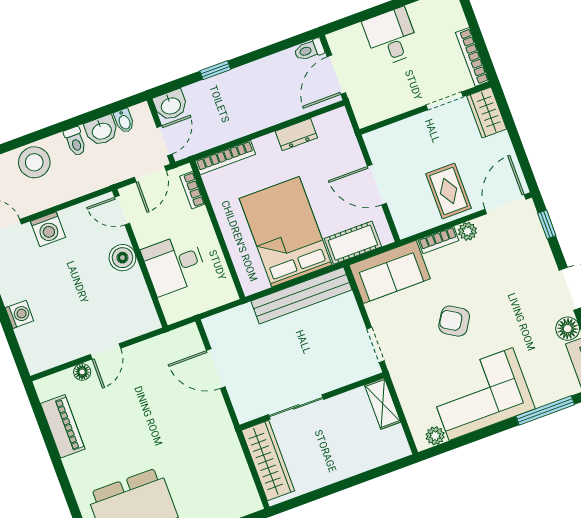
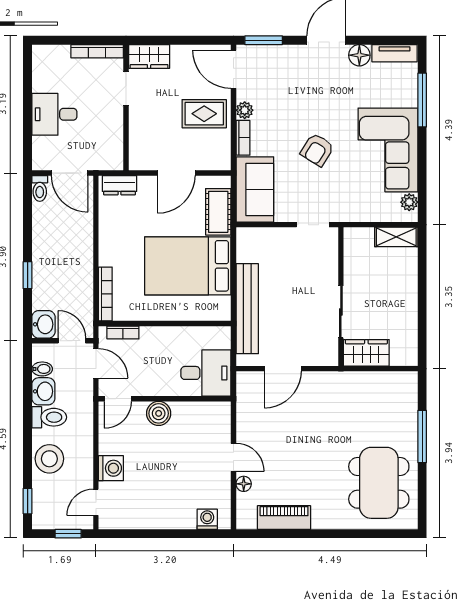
dresser: (296, 135) -> (119, 185), moved, turned 90
toilet: (75, 141) -> (49, 417), width x1.37, depth x1.39
window: (547, 224) -> (264, 40), width x1.50
desk: (174, 264) -> (206, 373), moved, turned -90
bench: (302, 295) -> (247, 309), moved
washing machine: (19, 314) -> (207, 519), moved
shelving: (383, 403) -> (396, 237), moved
wardrobe: (268, 460) -> (366, 353), width x0.67

